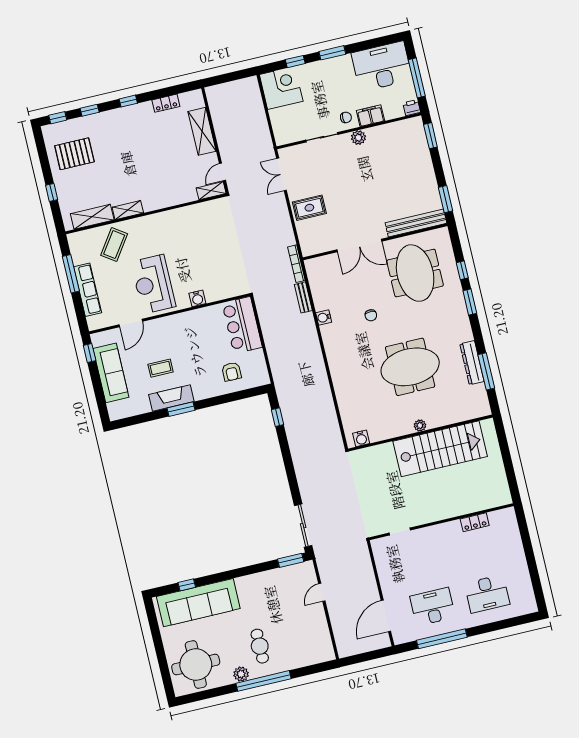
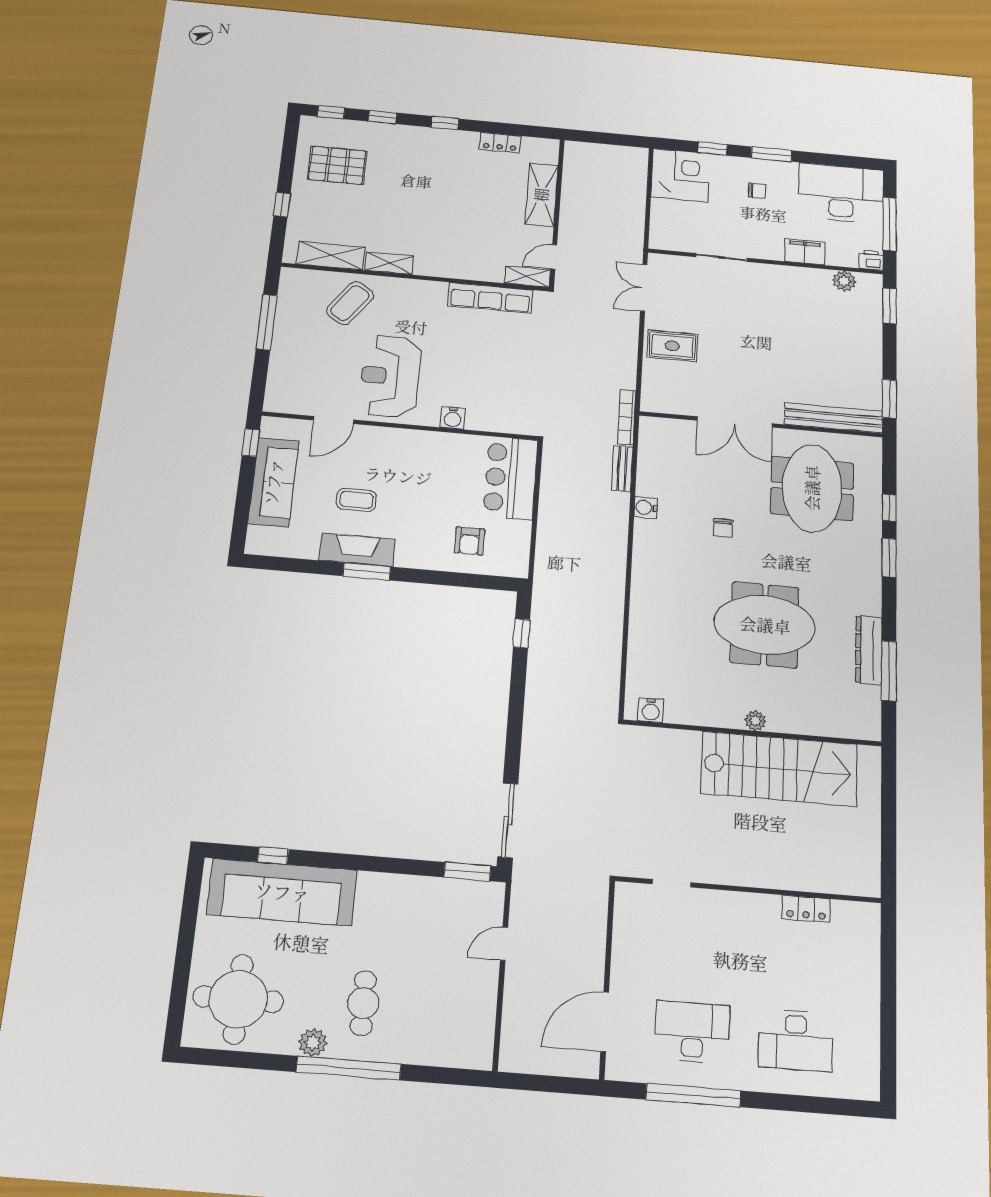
chair: (346, 117) -> (757, 191), moved
plant: (358, 138) -> (844, 281), moved
row of seats: (88, 290) -> (490, 298), moved, turned 90

